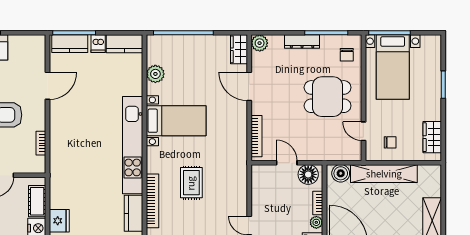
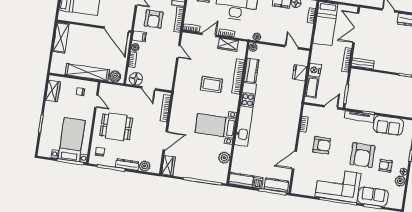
plant: (260, 43) -> (145, 166), moved
door: (249, 86) -> (165, 141), hinge flipped
rug: (191, 183) -> (211, 85), turned 90

